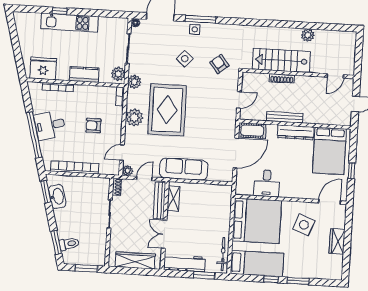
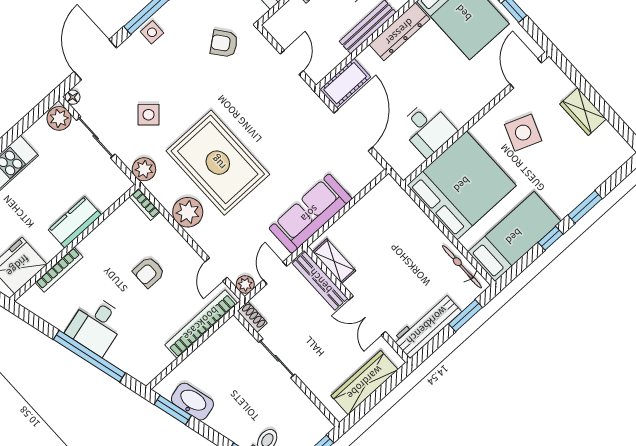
side table: (185, 59) -> (149, 115), moved
plant: (118, 74) -> (59, 118), moved
bookcase: (75, 167) -> (201, 324), moved

